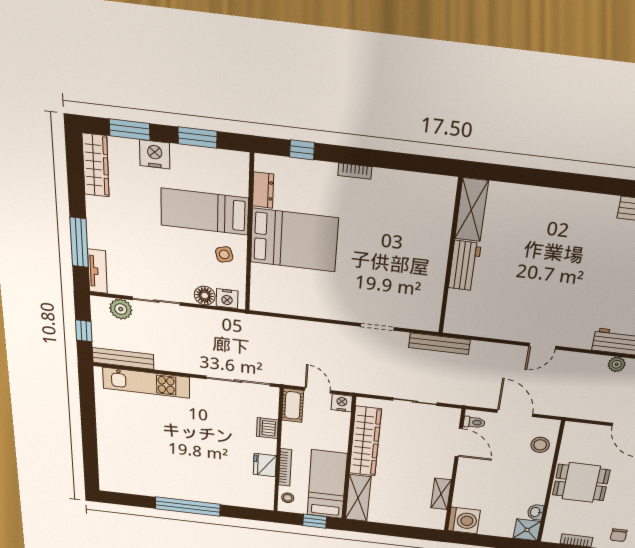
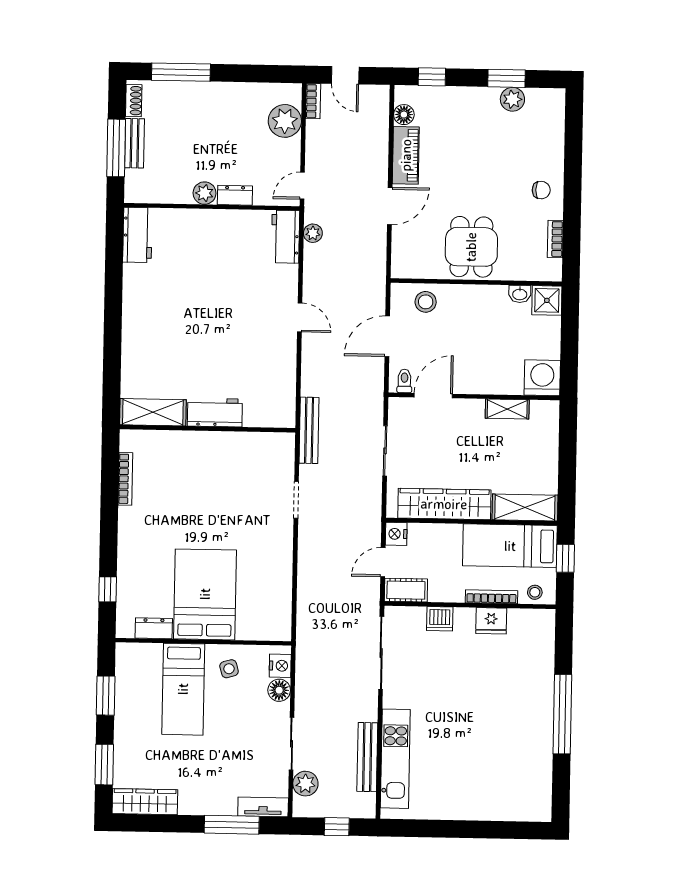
nightstand: (155, 154) -> (127, 740), removed
bookcase: (355, 171) -> (125, 479), moved, width x1.56
bench: (123, 358) -> (367, 757), moved

